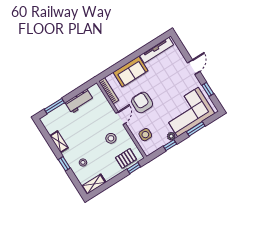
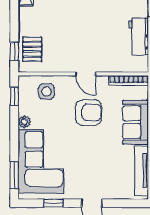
window: (196, 129) -> (14, 175), moved
stool: (111, 138) -> (69, 46), removed
window: (170, 145) -> (14, 96), moved

